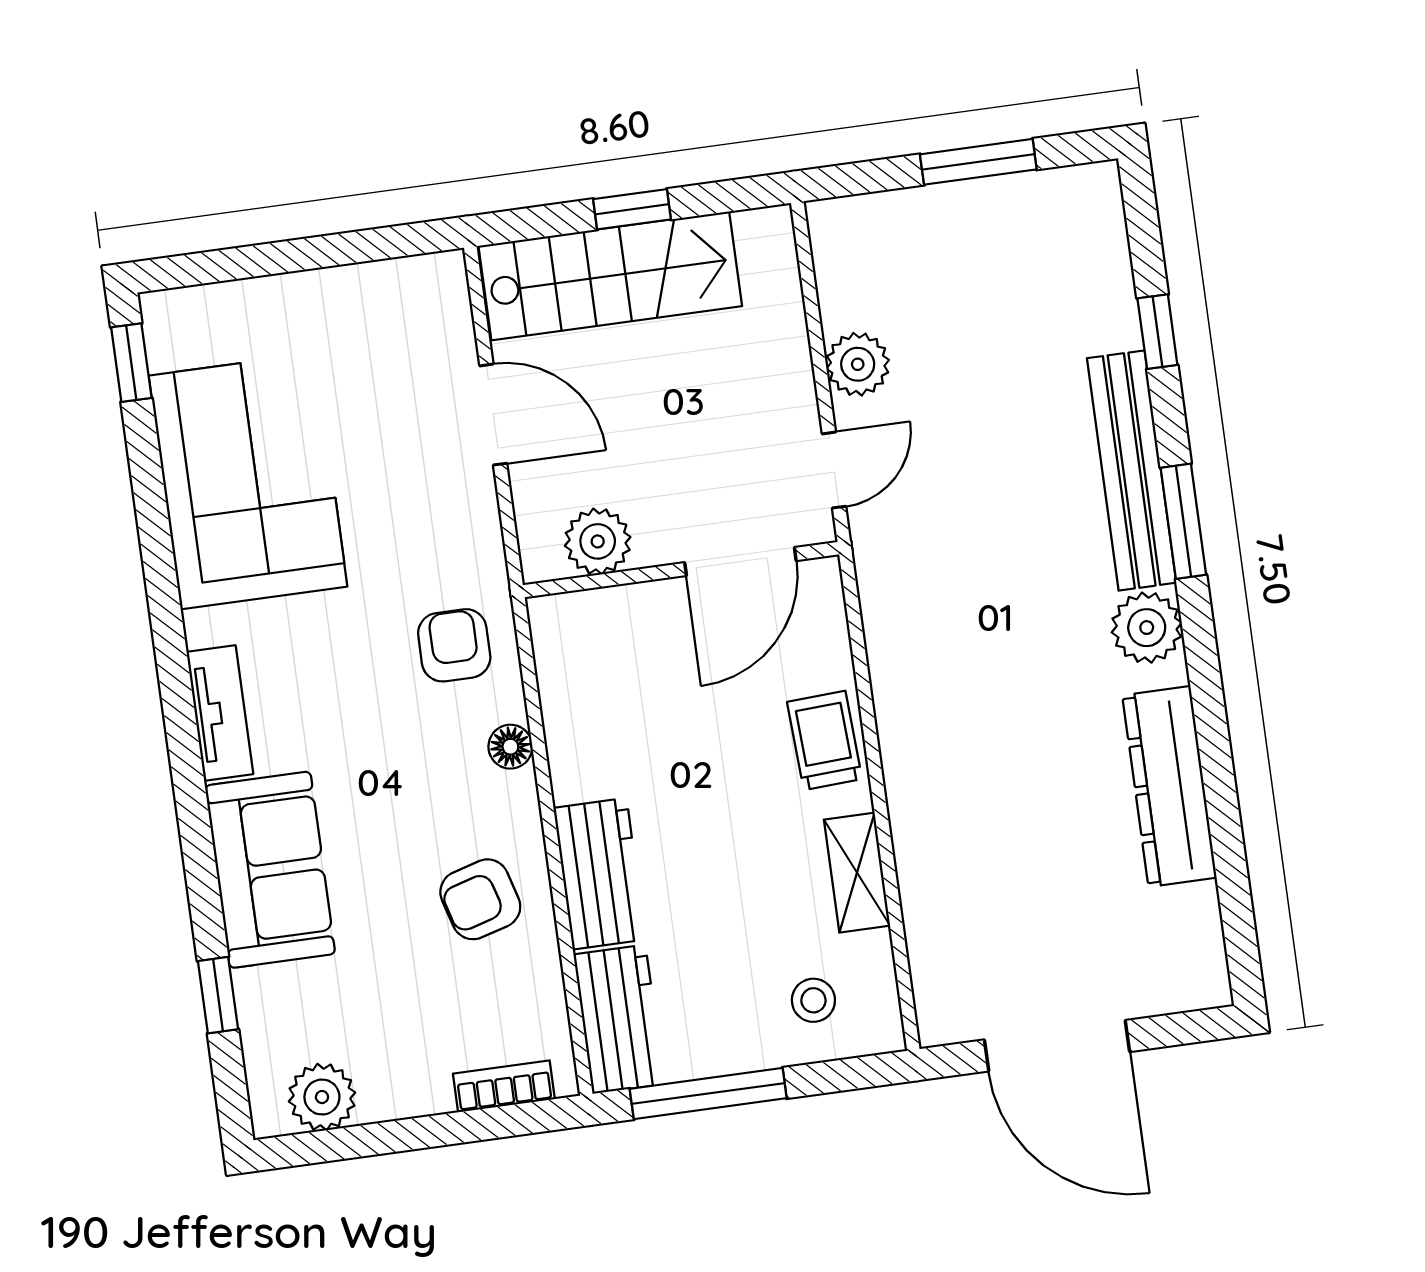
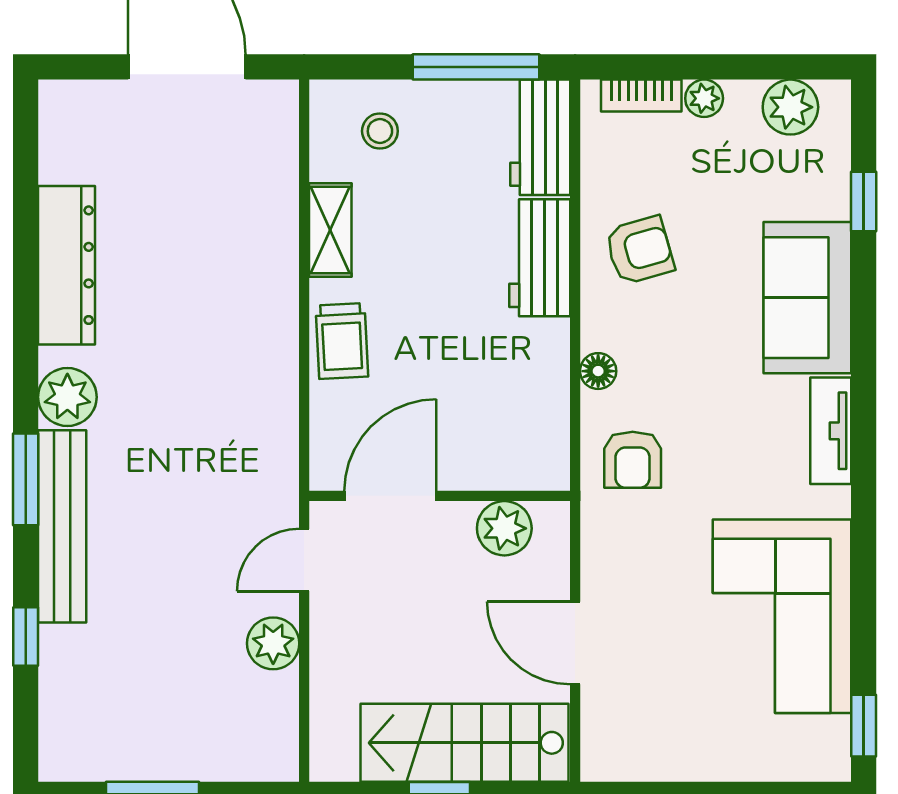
plant: (428, 1093) -> (704, 98), added

